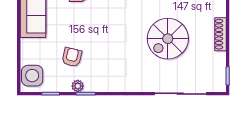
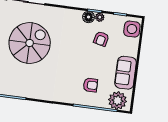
spiral stairs: (168, 39) -> (30, 43), width x1.37, depth x1.37
floor lamp: (93, 84) -> (89, 17), added

